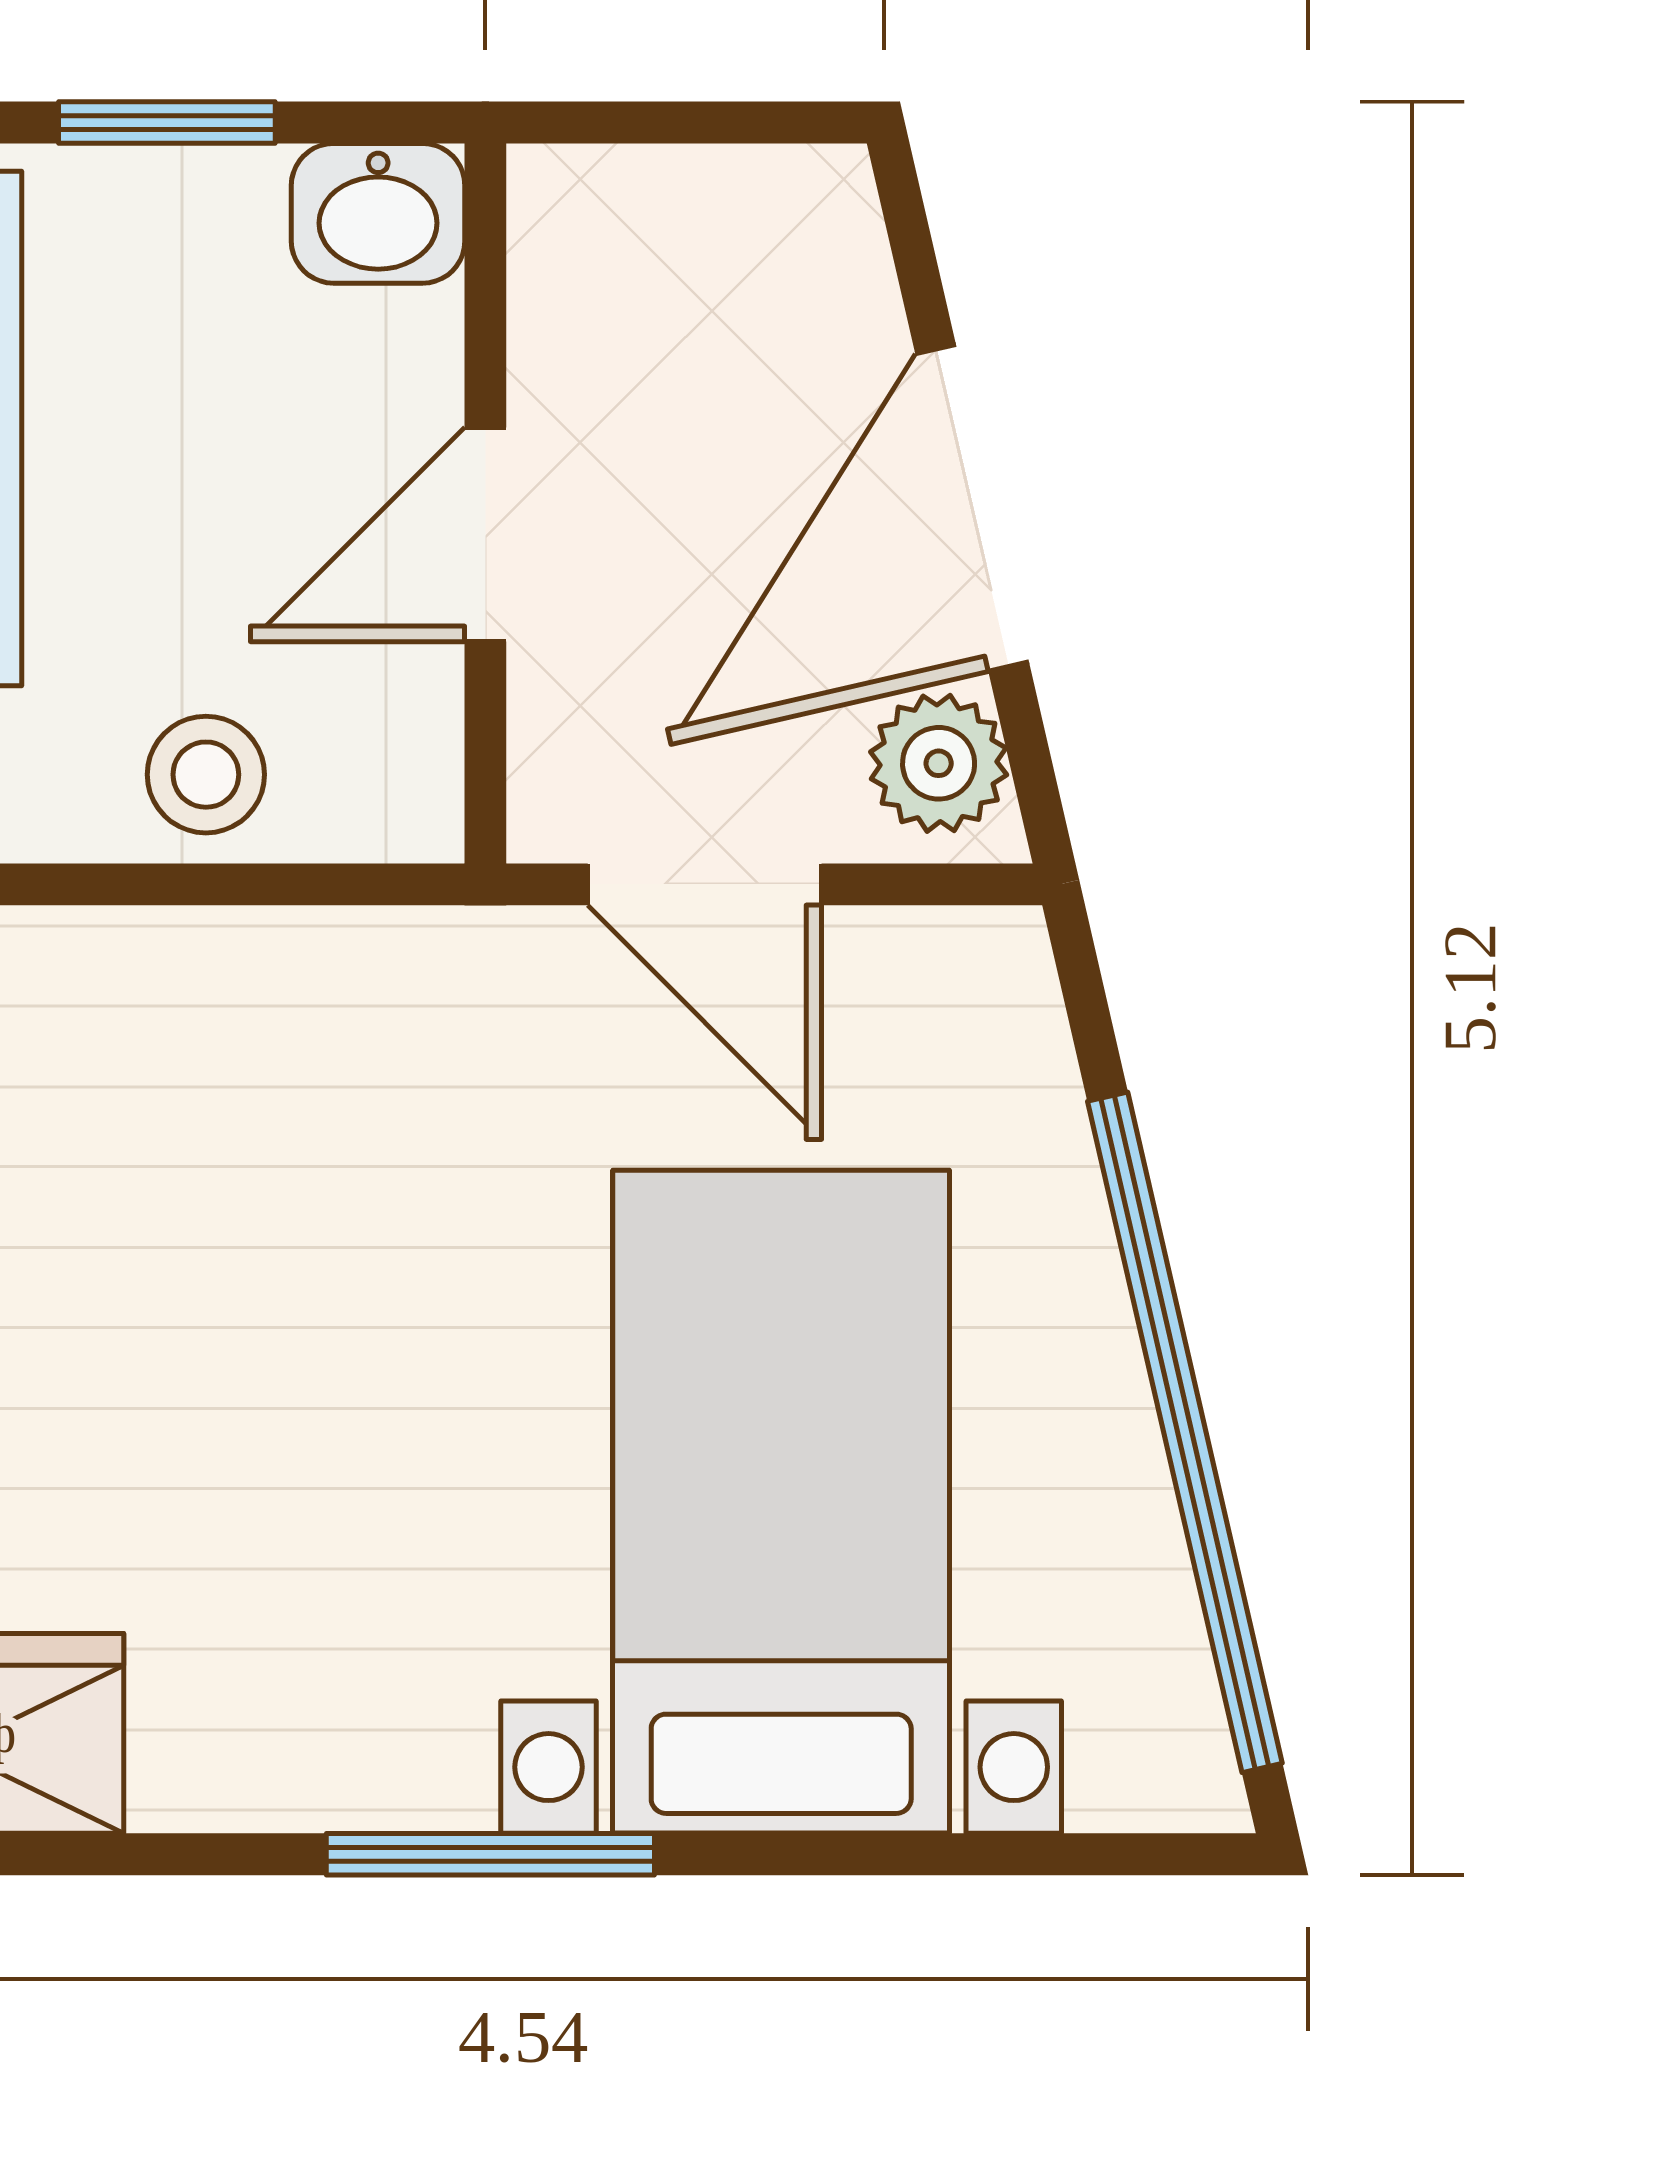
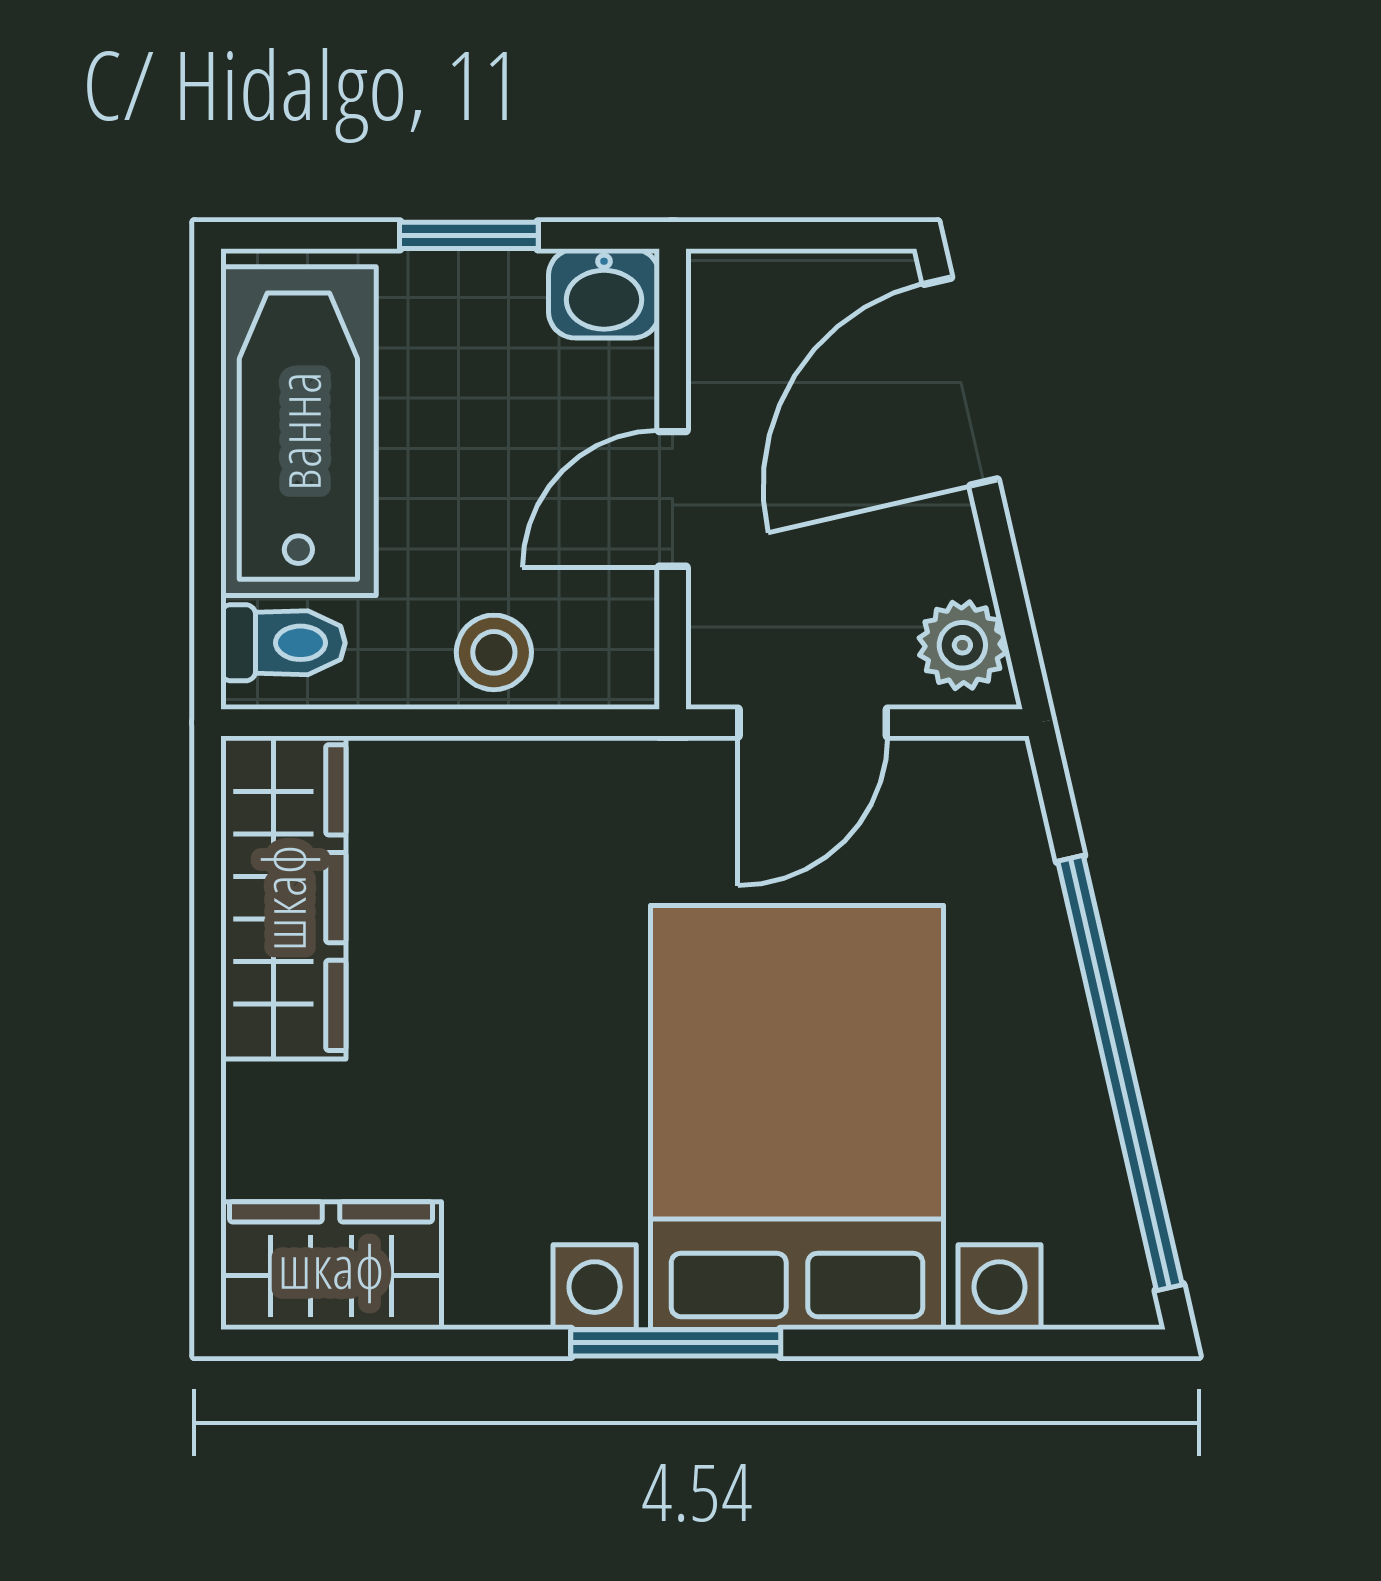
door: (972, 508) -> (961, 382), moved
door: (705, 884) -> (813, 723), hinge flipped
bed with nightstands: (781, 1502) -> (797, 1117), width x1.36

